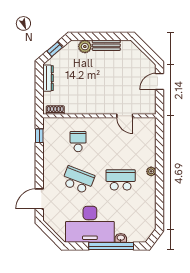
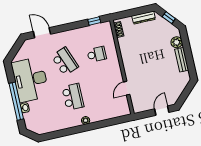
door: (160, 81) -> (162, 111), hinge flipped
school desk: (78, 180) -> (65, 61), turned -42

